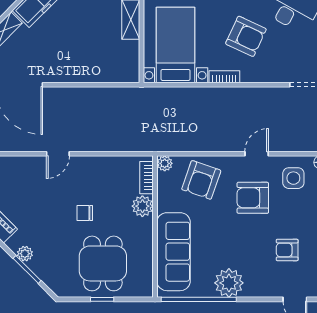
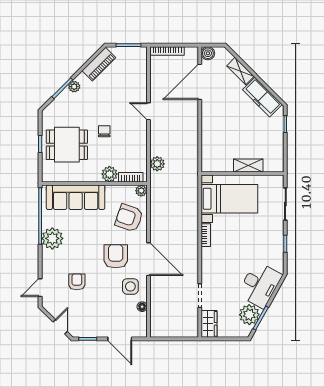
armchair: (246, 36) -> (236, 251), removed
plant: (129, 142) -> (157, 164), added
door: (257, 154) -> (148, 259), width x1.88

